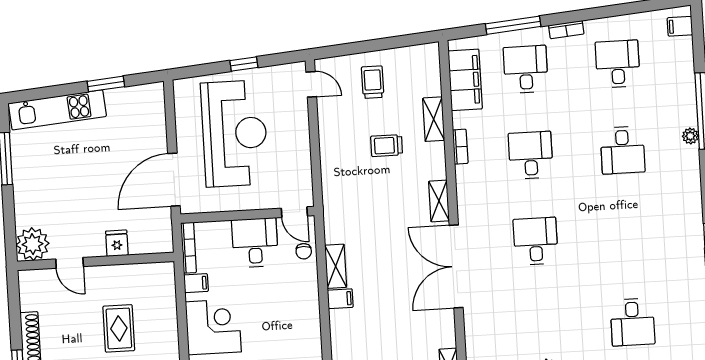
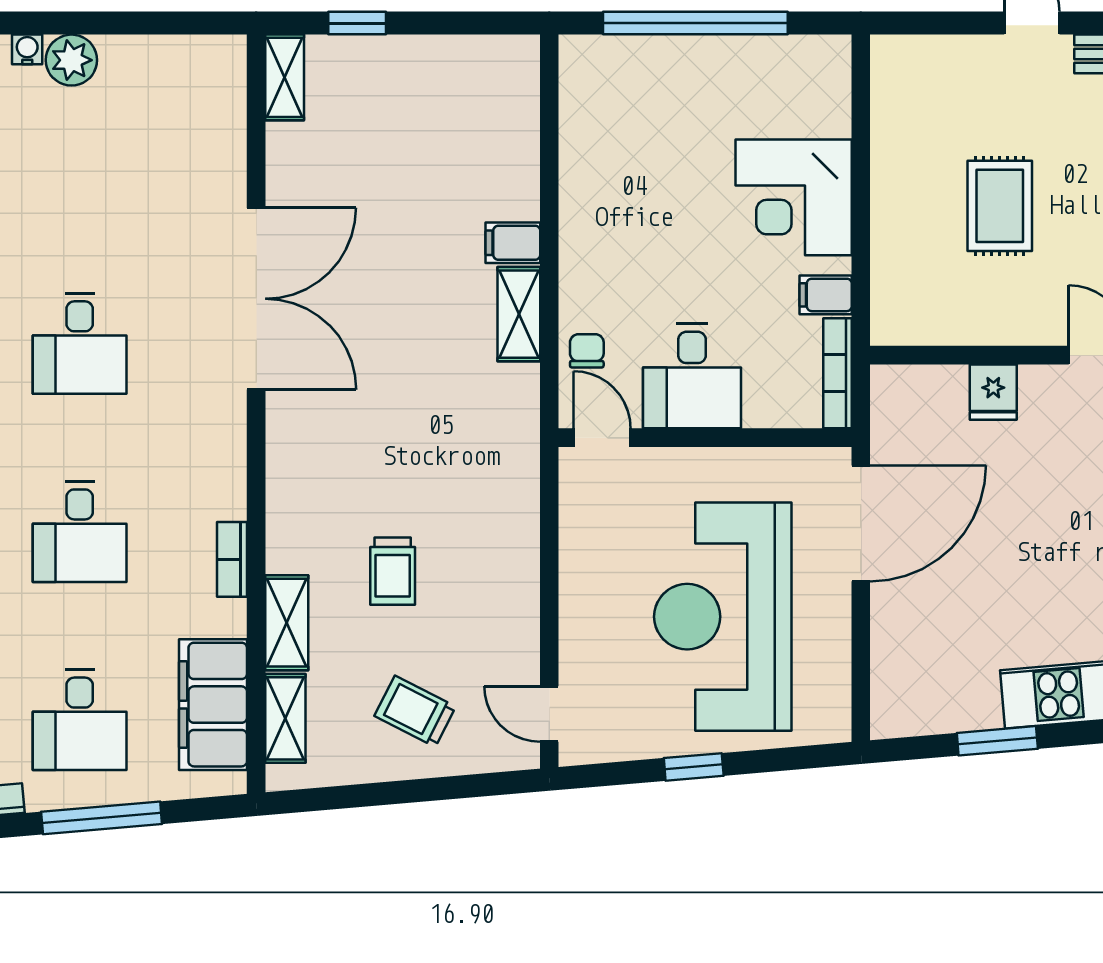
trolley: (373, 82) -> (415, 711), turned 117
trolley: (387, 146) -> (393, 571), turned 90
shelving: (439, 201) -> (285, 718), moved

